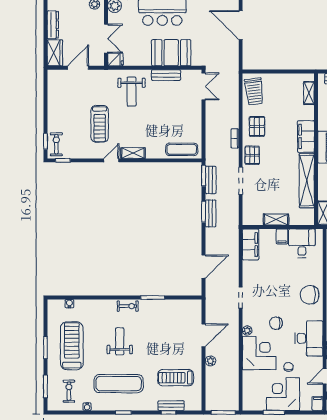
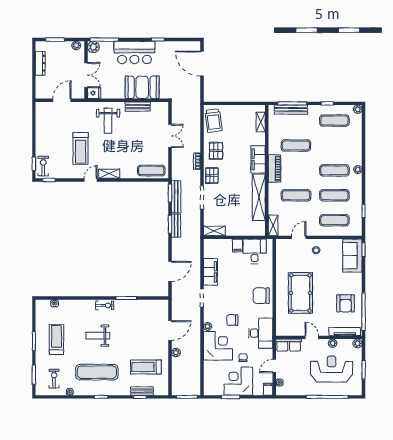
wardrobe: (55, 53) -> (42, 87), removed
double door: (204, 86) -> (170, 136), moved
bench: (211, 180) -> (176, 197), width x1.36
shelving: (276, 220) -> (214, 231), moved
filing cabinet: (251, 245) -> (210, 272), moved
weight bench: (120, 341) -> (98, 336), turned -90
treadmill: (72, 346) -> (57, 339), width x0.73, depth x0.73

